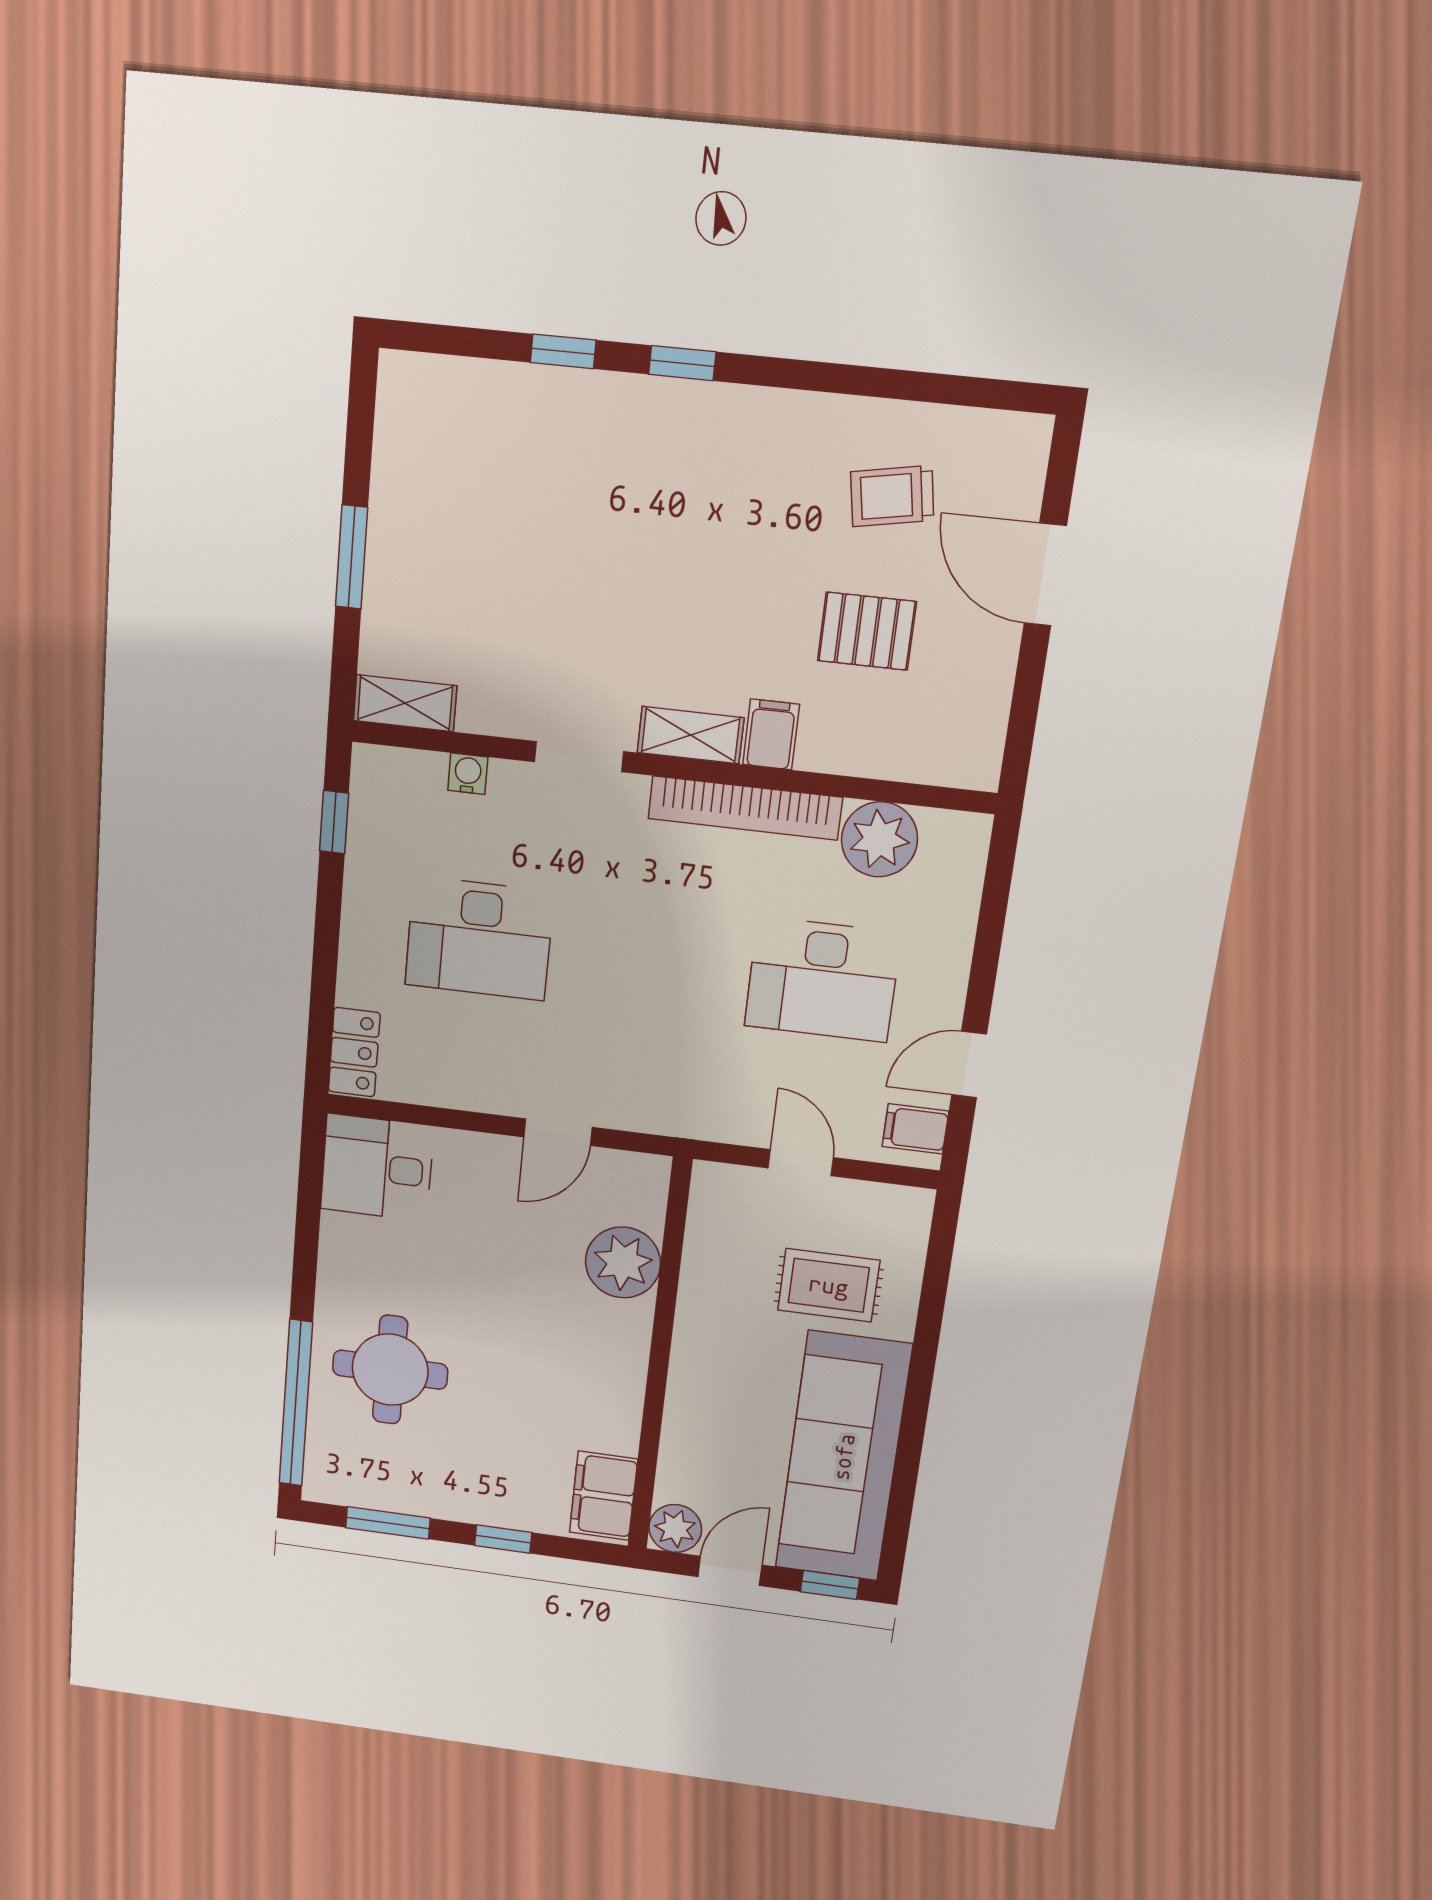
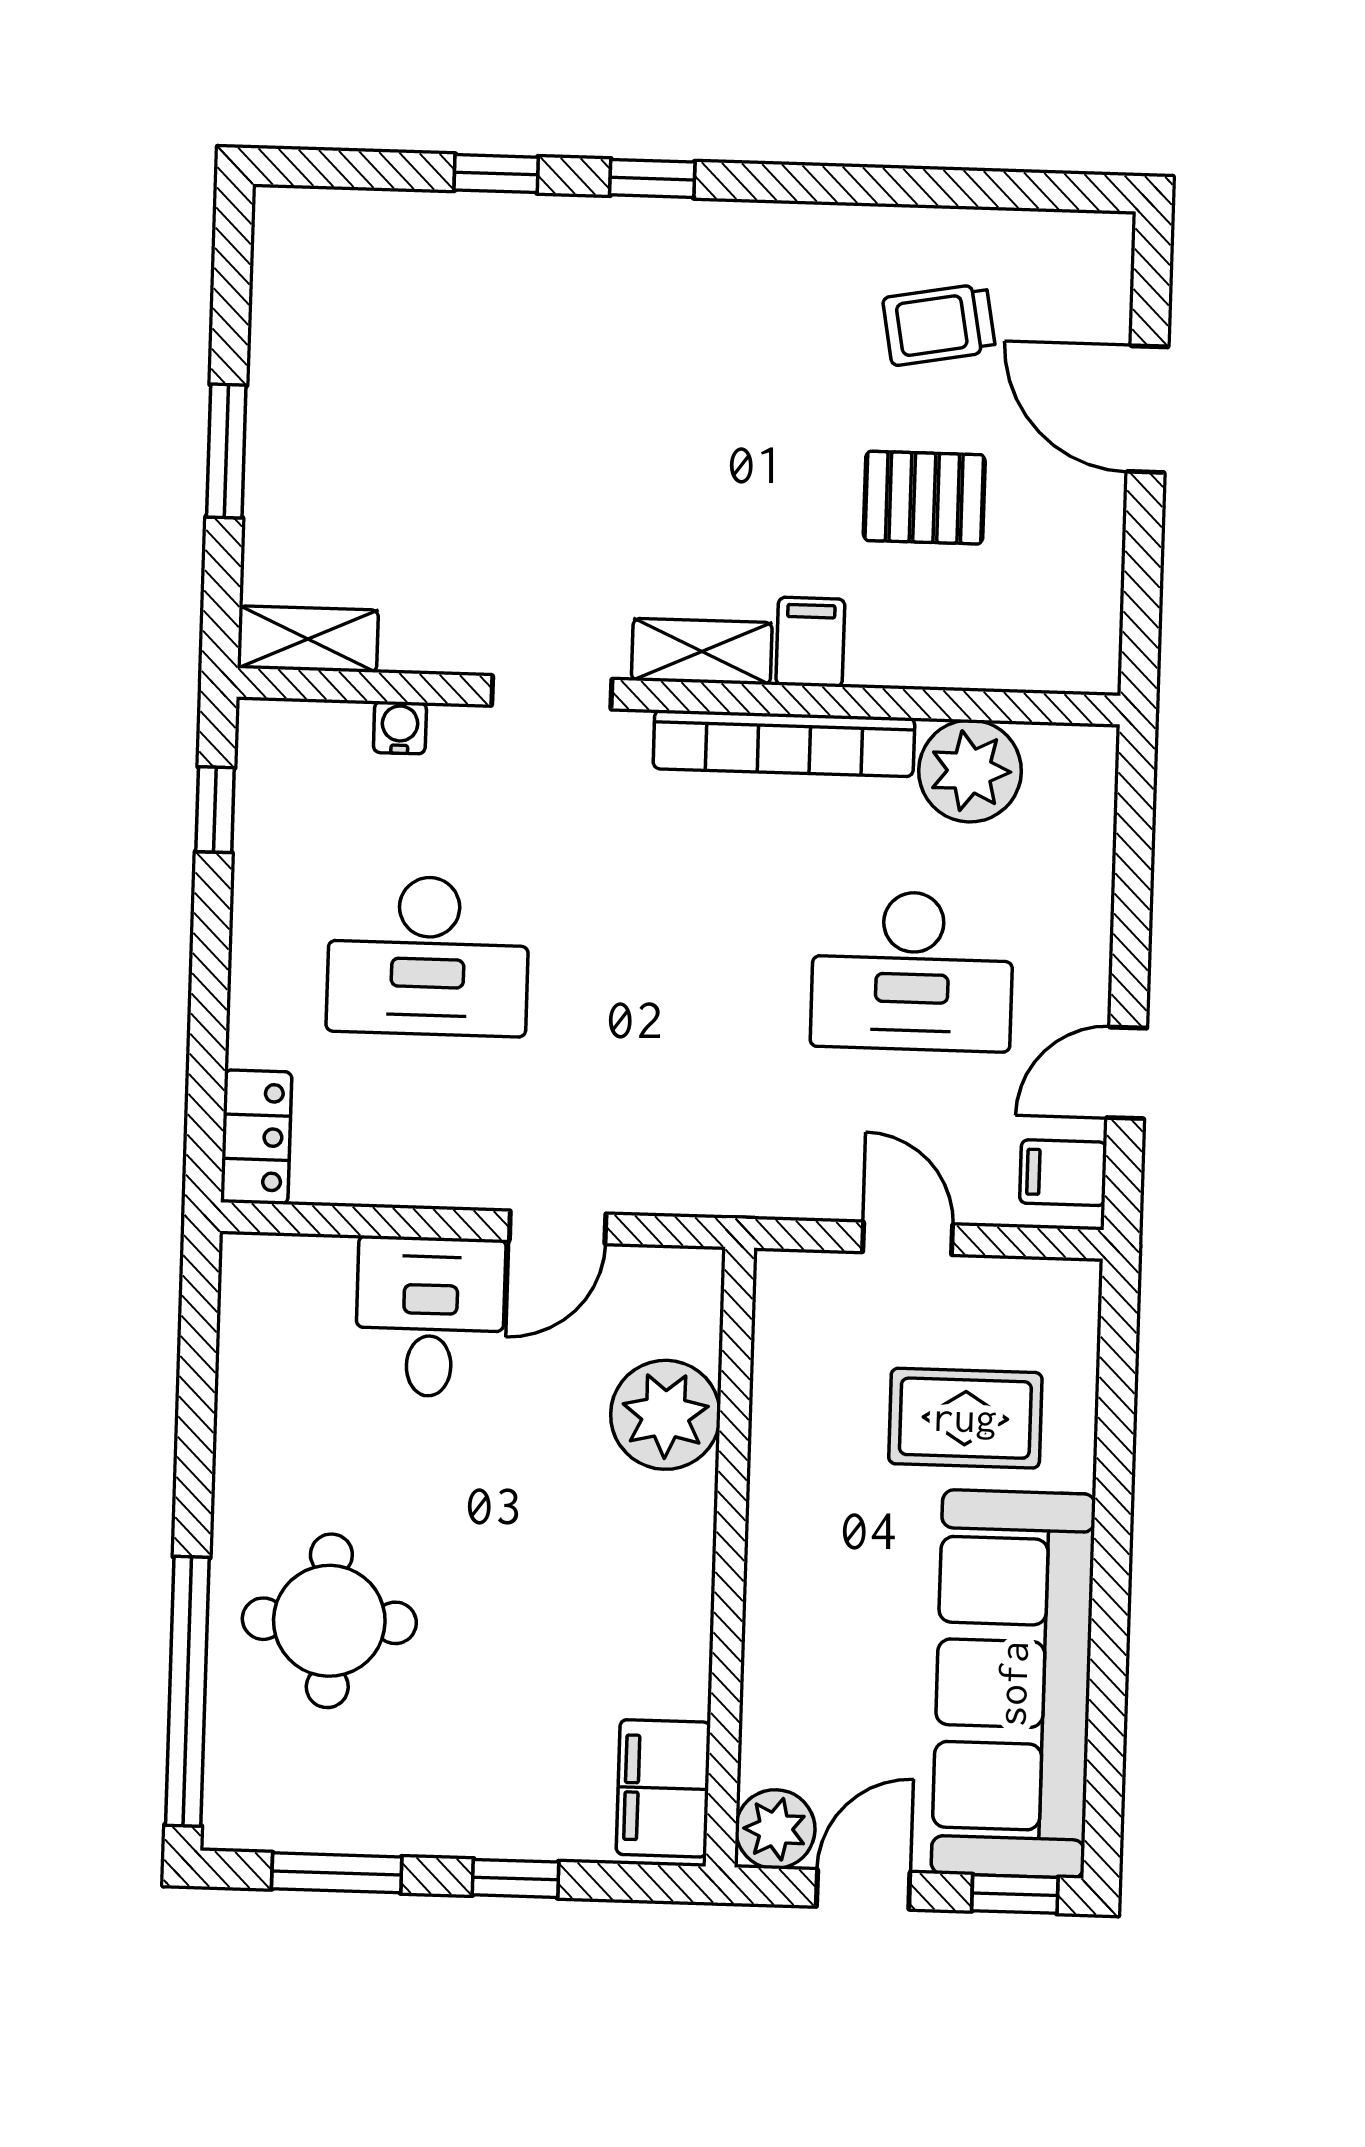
desk: (377, 1168) -> (430, 1317), moved, turned 90

